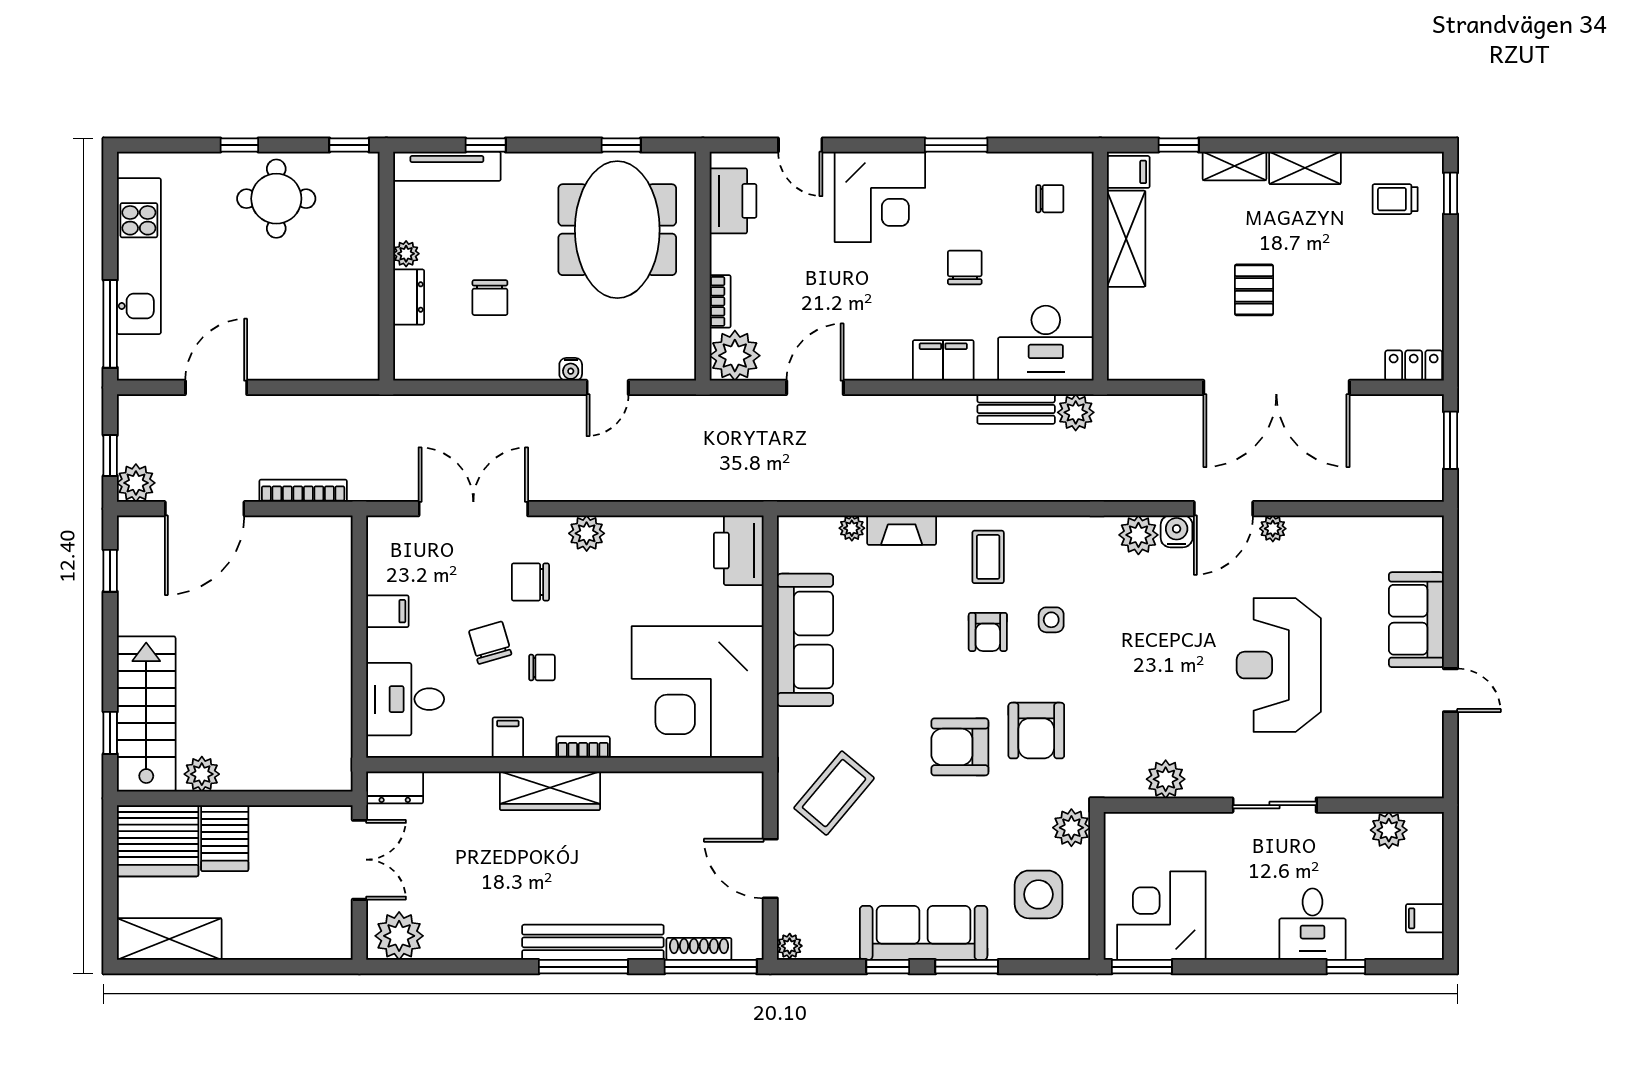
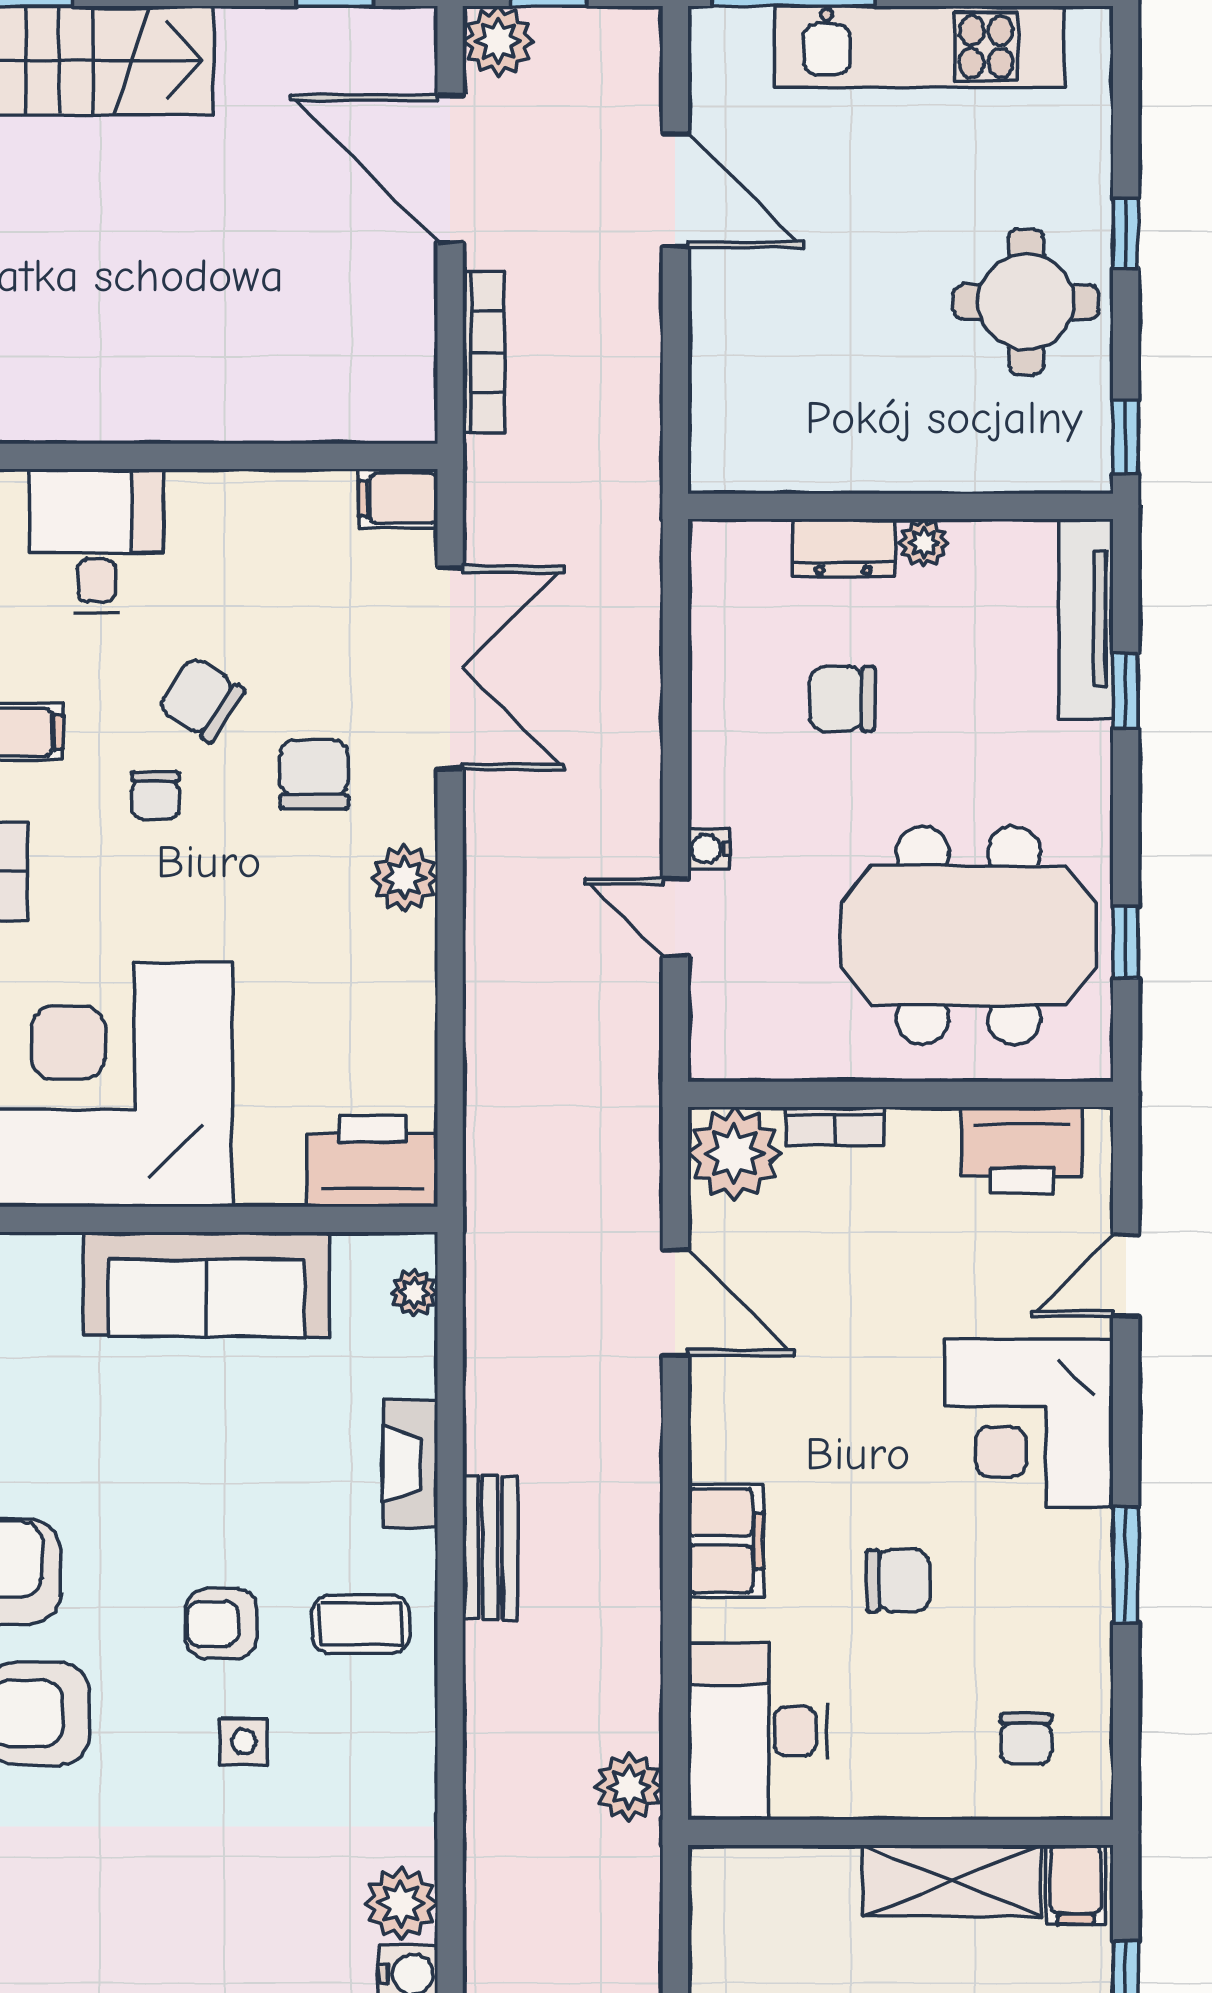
bench: (1016, 409) -> (490, 1548), moved
plant: (852, 528) -> (414, 1293), moved
filing cabinet: (387, 611) -> (398, 498), moved, turned 90
chair: (490, 643) -> (201, 699), turned -131

